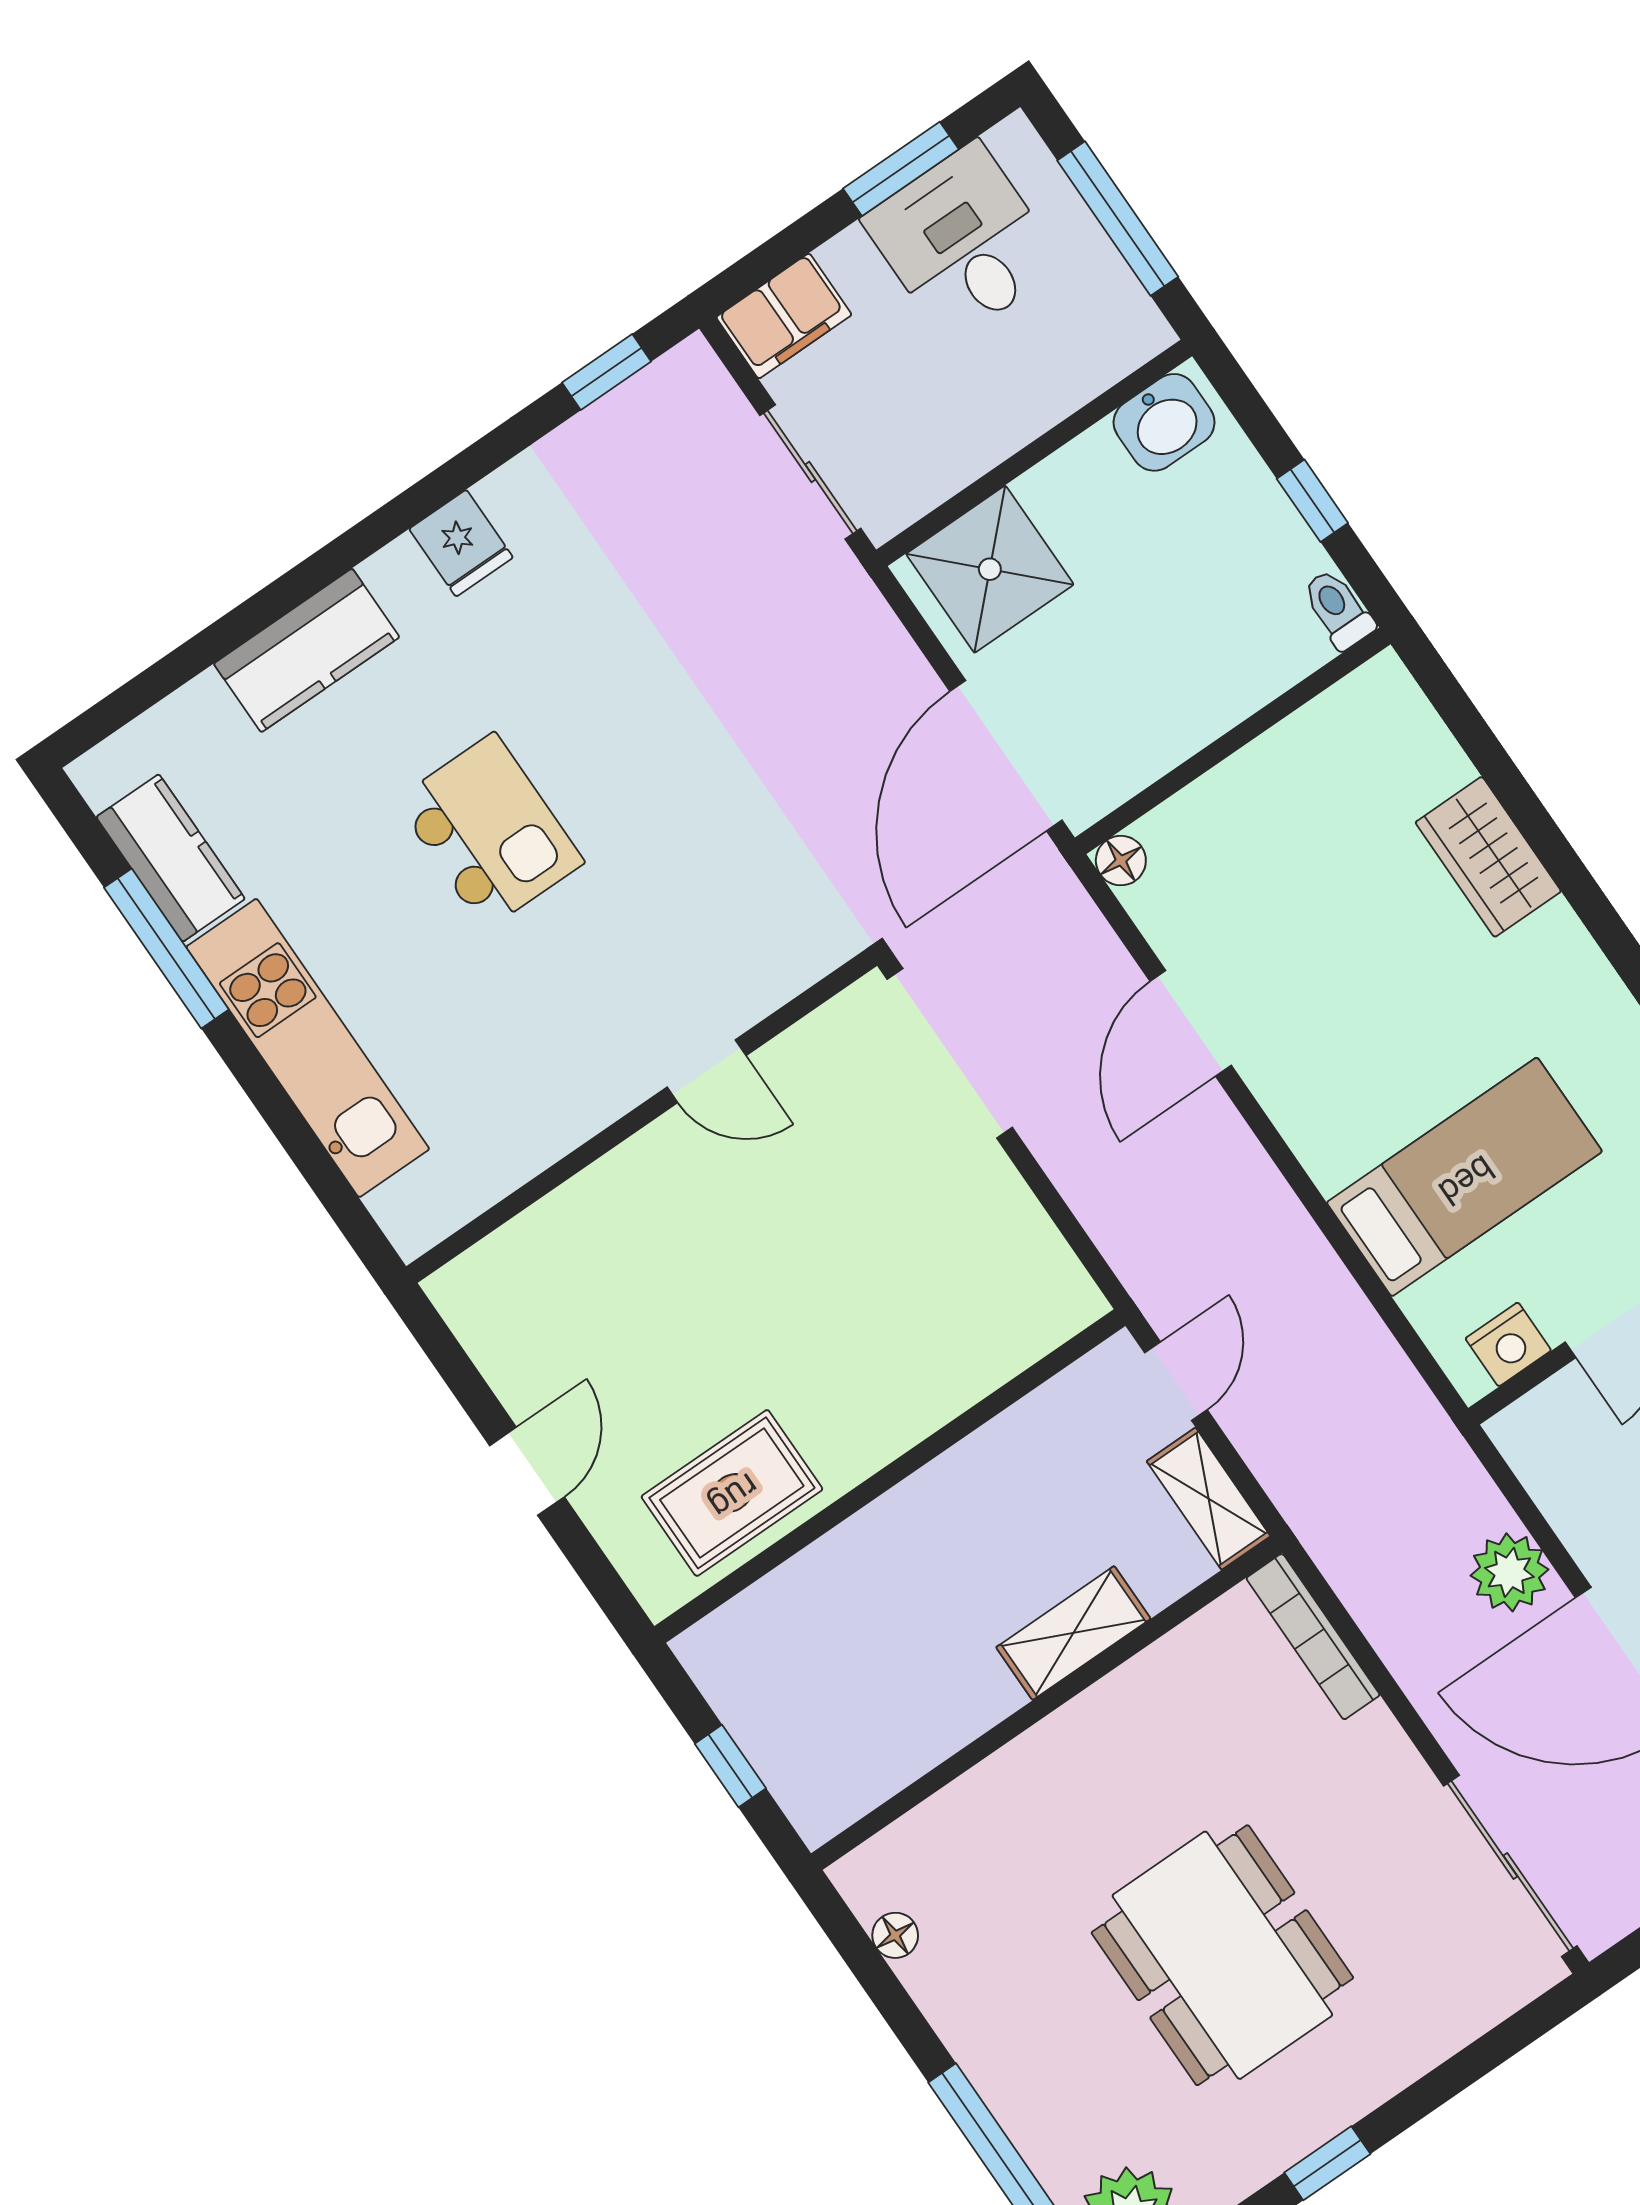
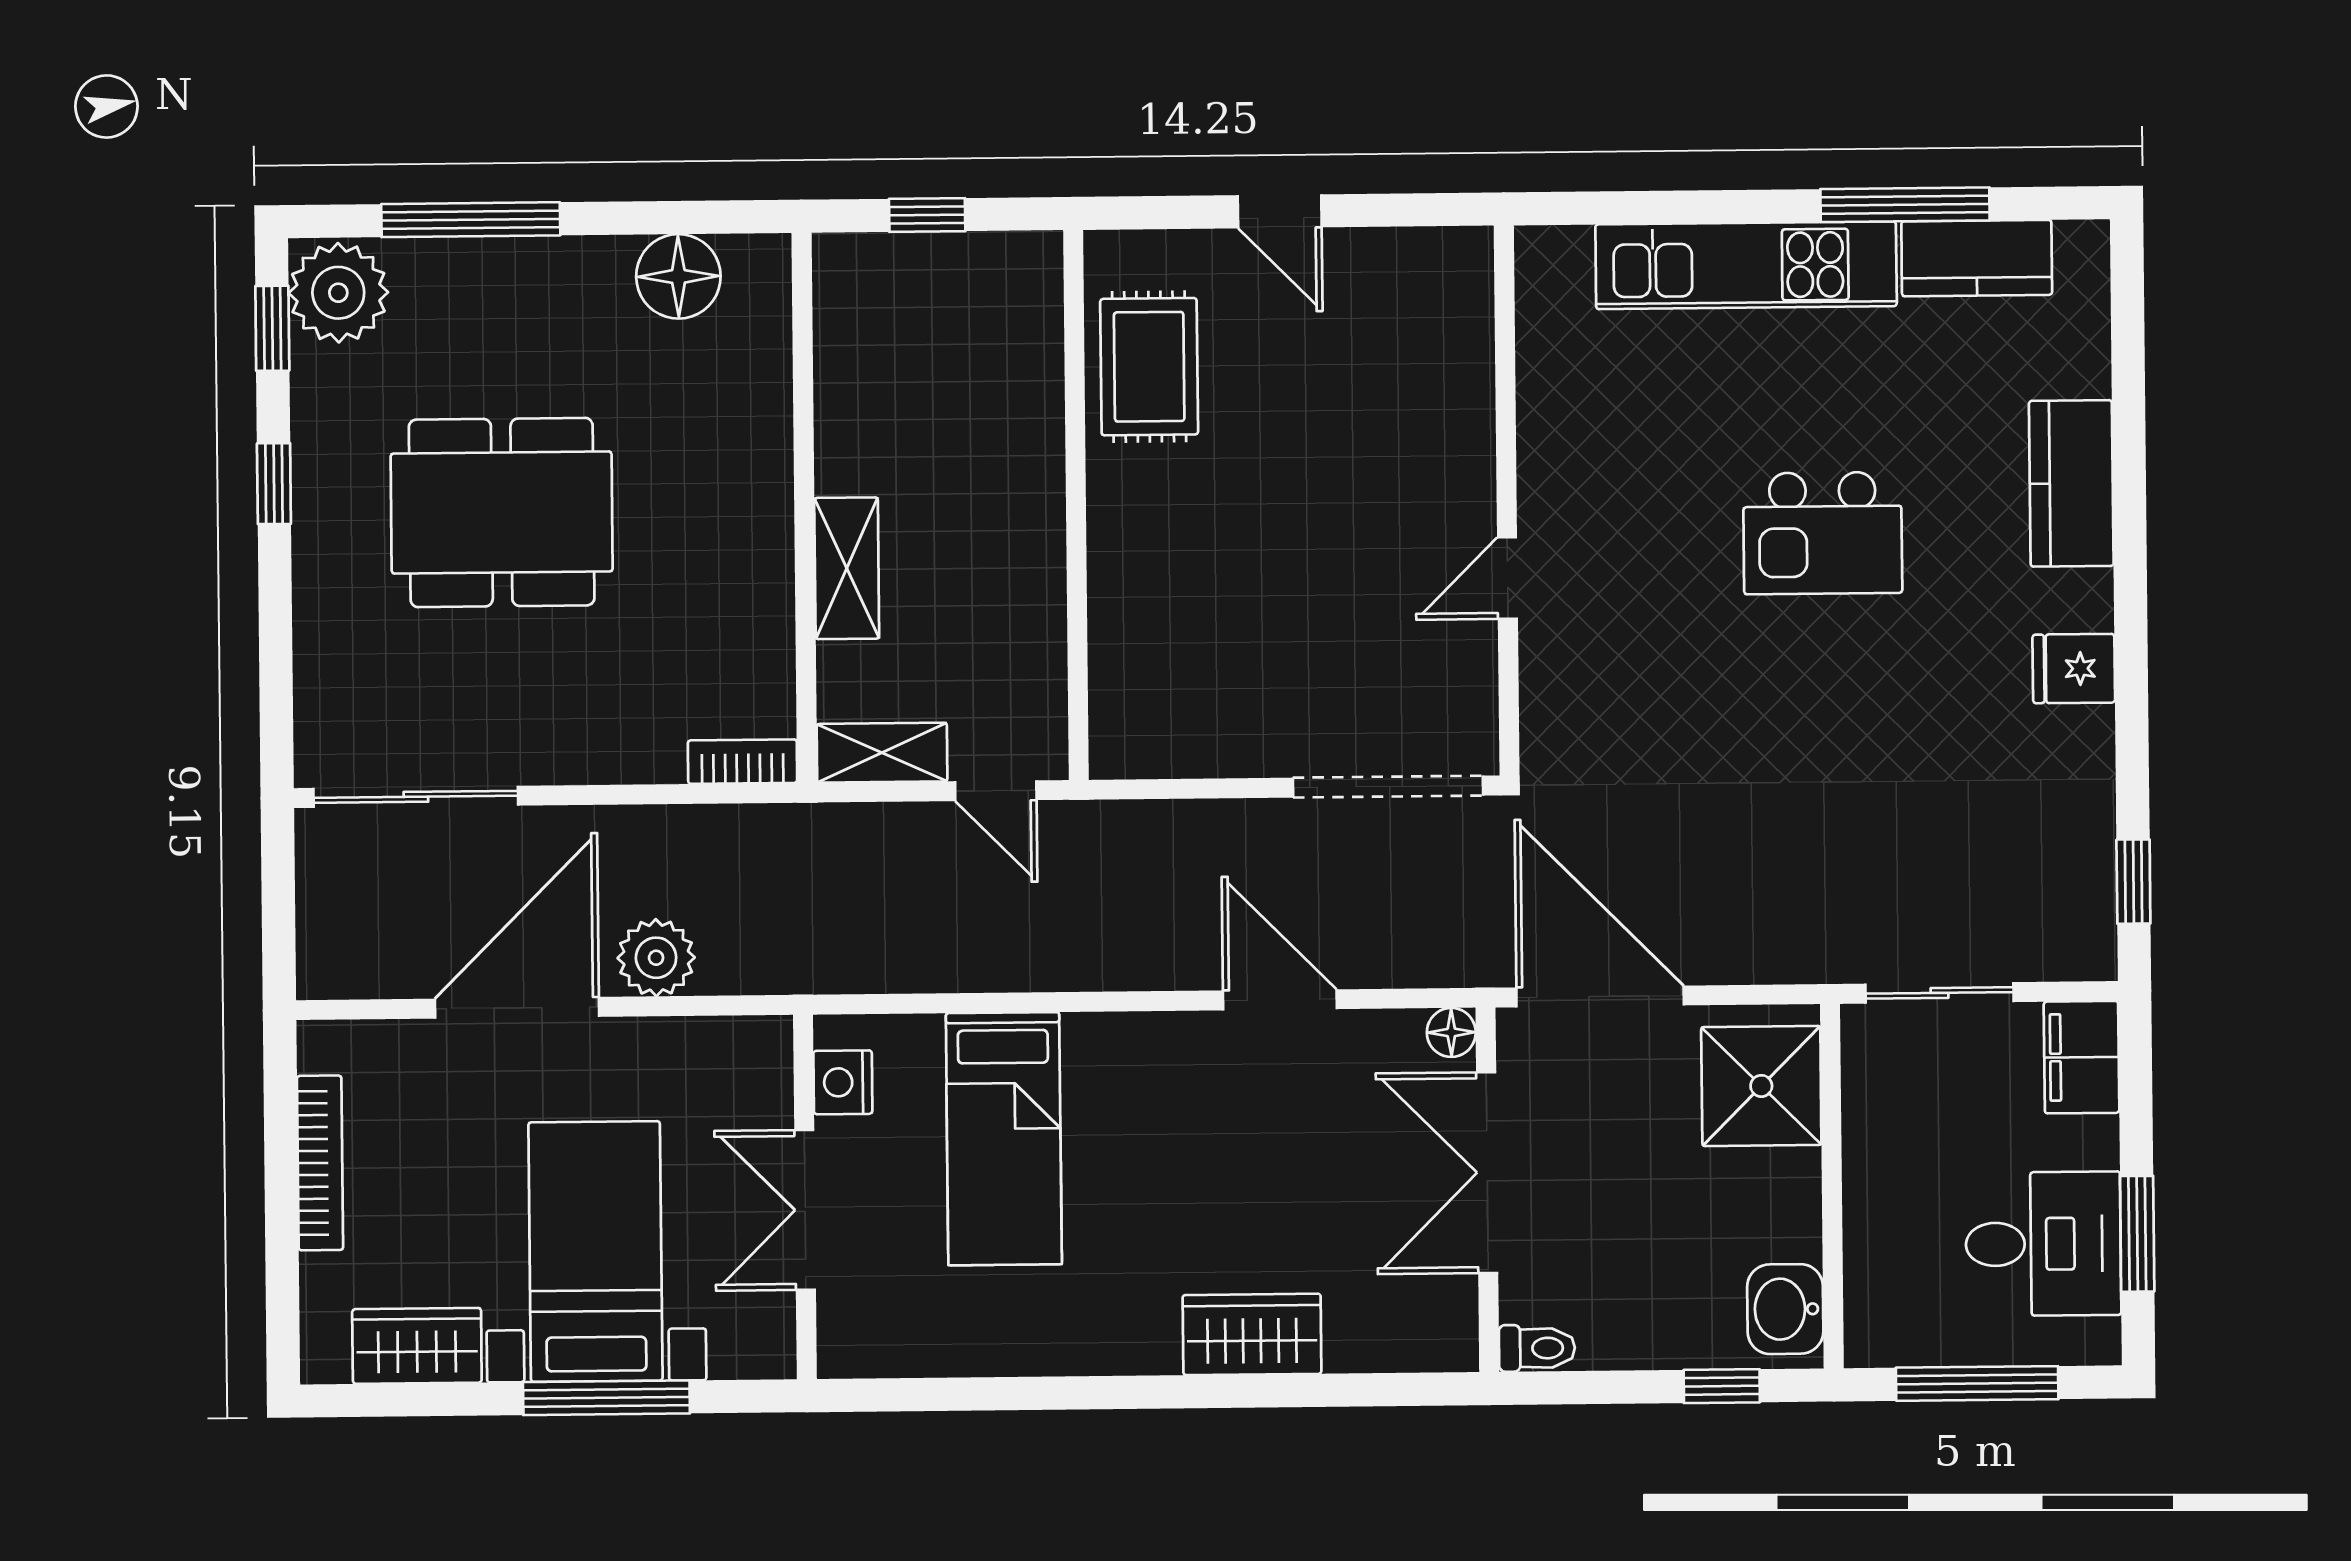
window: (1312, 501) -> (1722, 1386), moved
double door: (1218, 751) -> (1487, 1173), added
bookcase: (1313, 1637) -> (743, 762), width x0.64
floor lamp: (895, 1935) -> (678, 276), width x1.89, depth x1.89

